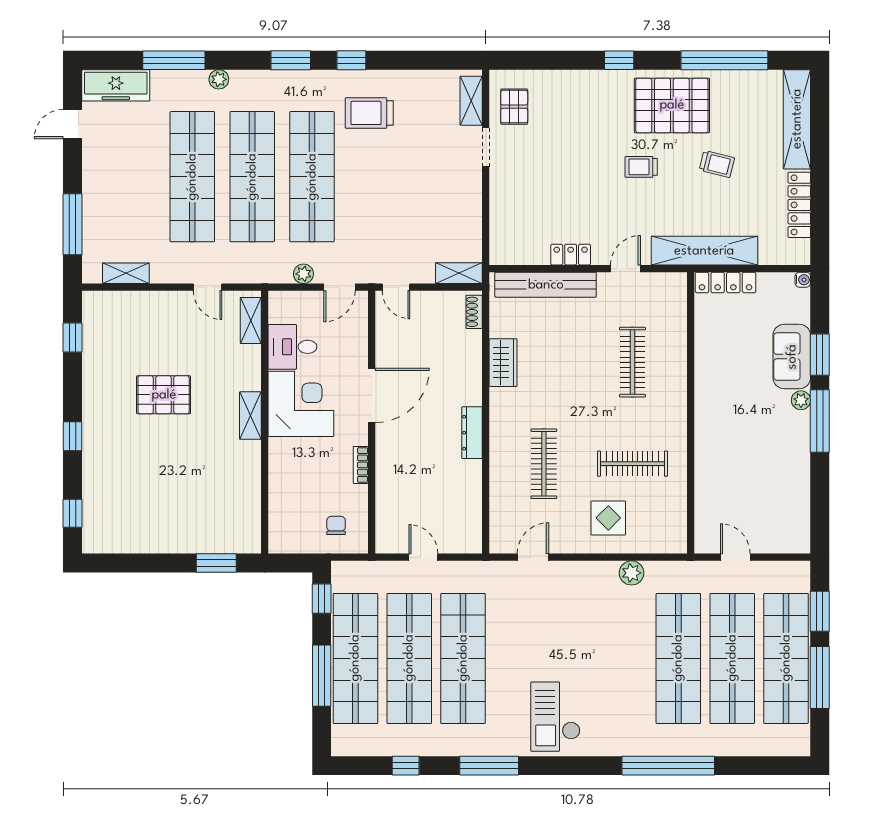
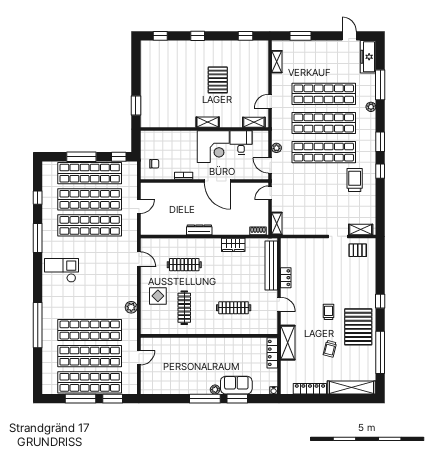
window: (73, 224) -> (300, 36), width x0.69
shelving: (704, 251) -> (288, 343), width x0.68

